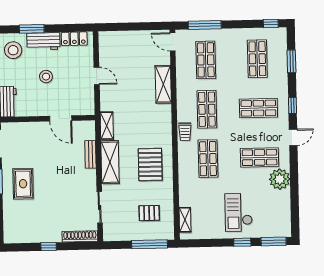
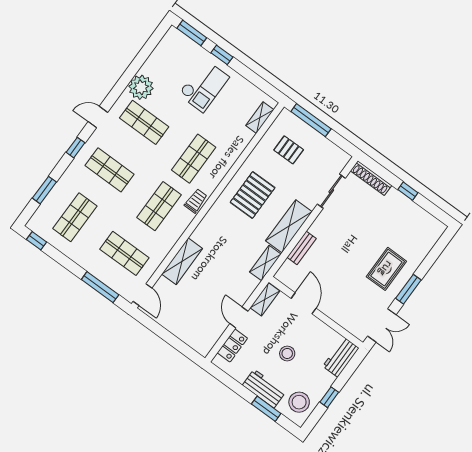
locker: (74, 39) -> (232, 345), moved, turned 90
shop shelf: (206, 60) -> (124, 253), turned 90
shelving: (89, 101) -> (265, 299), added

